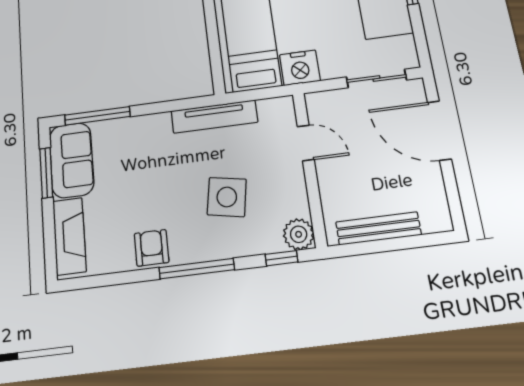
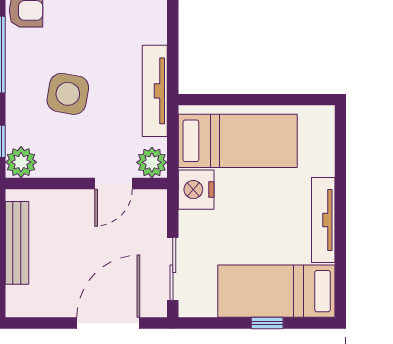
plant: (281, 110) -> (152, 162), added

